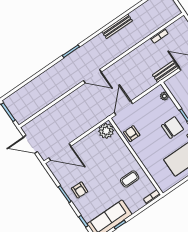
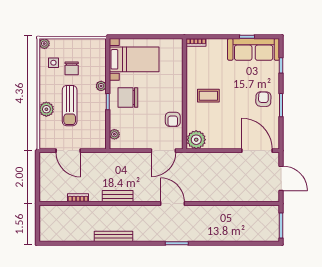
bench: (165, 72) -> (118, 196), moved
coffee table: (130, 179) -> (208, 96), moved

